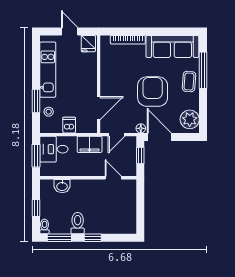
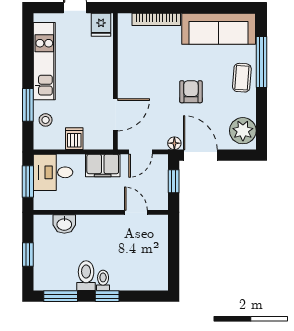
armchair: (153, 92) -> (191, 92), width x0.53, depth x0.53
toilet: (44, 226) -> (103, 280), moved

